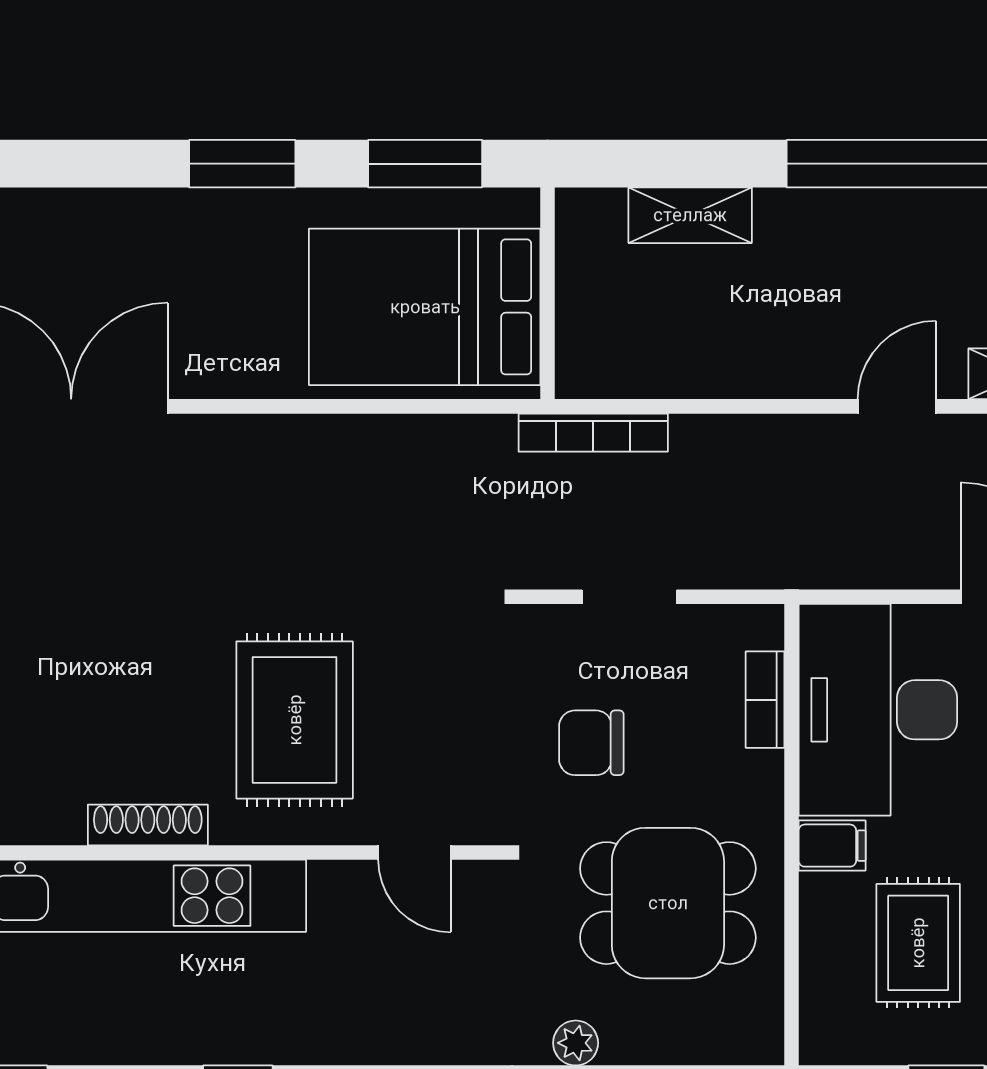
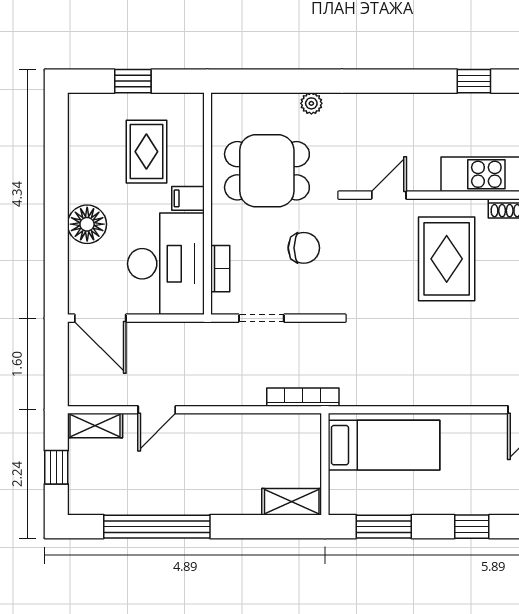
window: (242, 164) -> (472, 527), width x0.67
shelving: (690, 215) -> (292, 502), moved
bed: (425, 307) -> (384, 445), width x0.67
doorway: (629, 597) -> (261, 318), moved
door: (415, 853) -> (389, 195), hinge flipped

